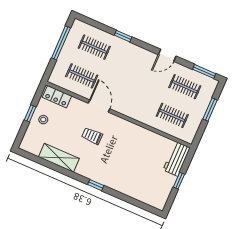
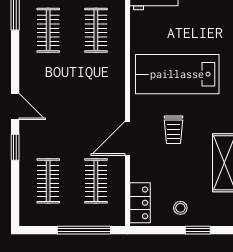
window: (61, 43) -> (84, 230), moved
door: (167, 55) -> (15, 107), moved
window: (30, 113) -> (198, 230), moved
lab bench: (125, 153) -> (177, 74), added

